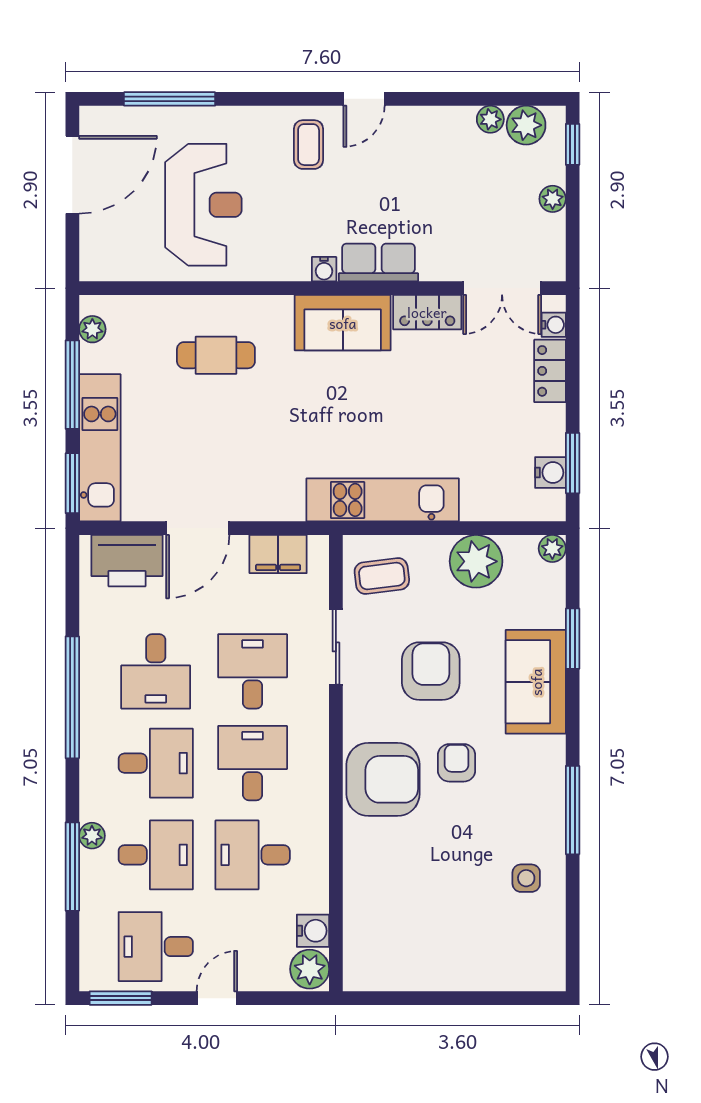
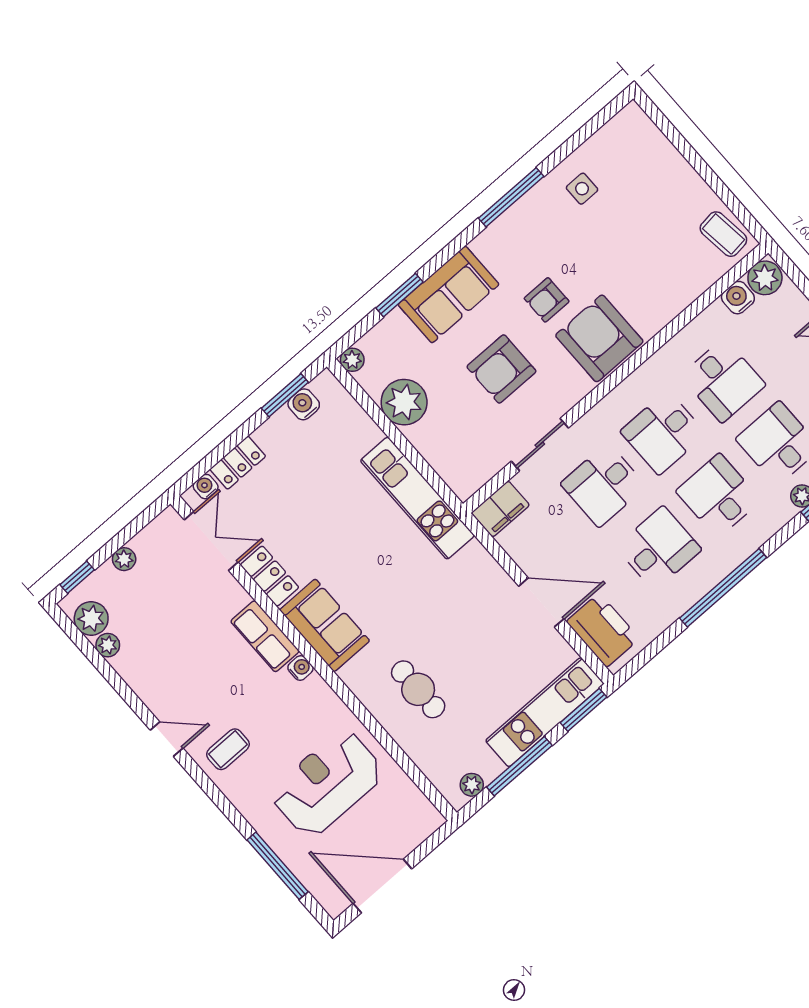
filing cabinet: (278, 554) -> (500, 509), moved, turned 90
coffee table: (382, 576) -> (723, 234), moved

